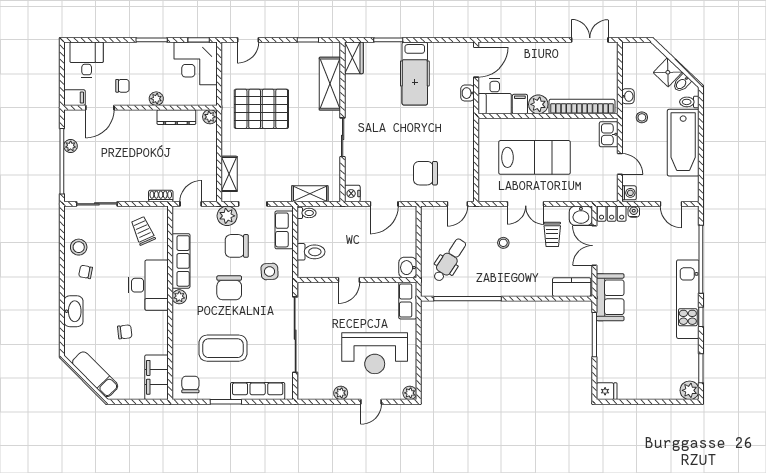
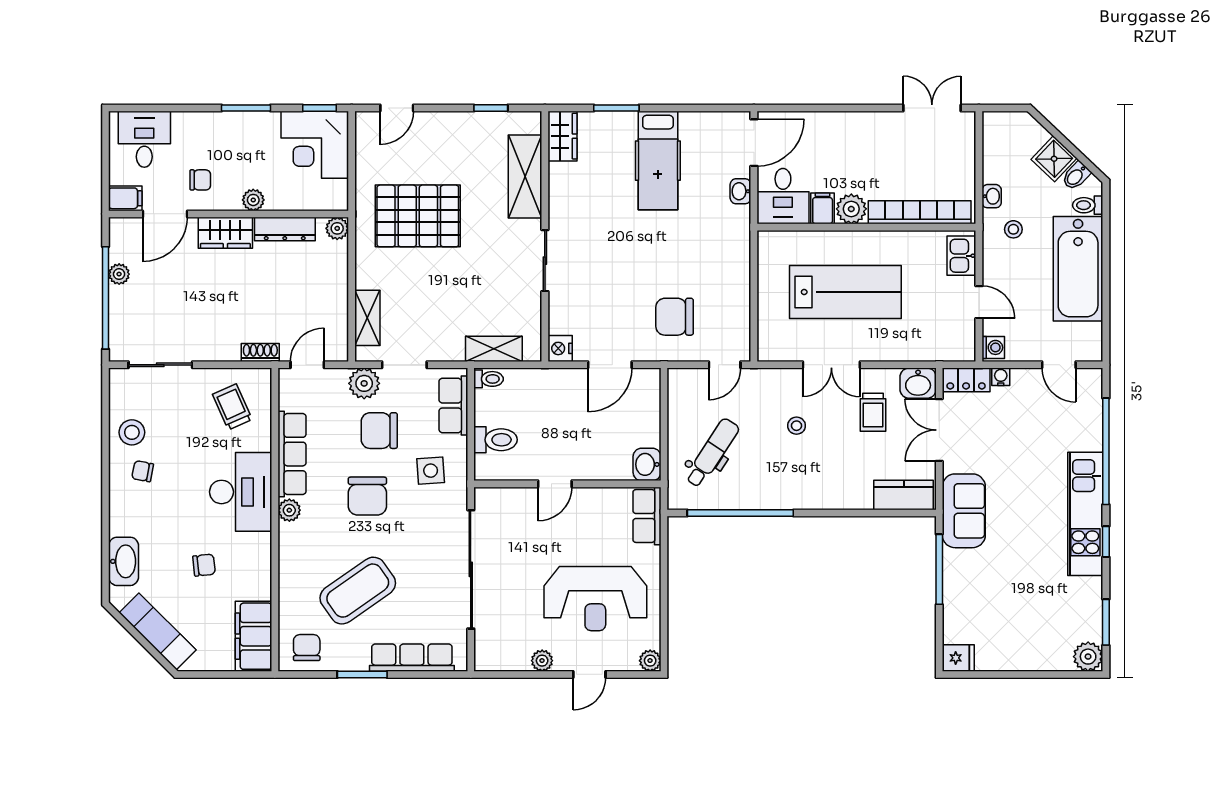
wardrobe: (138, 120) -> (225, 233), added
washbasin: (73, 311) -> (124, 561), moved
coffee table: (223, 348) -> (358, 591), turned -35

